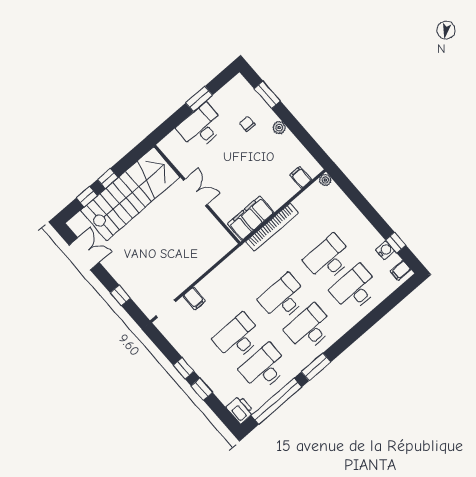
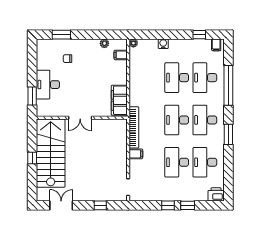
window: (199, 99) -> (32, 96), moved
plant: (279, 128) -> (104, 43), moved
double door: (195, 192) -> (80, 118), swing flipped
window: (87, 197) -> (32, 178), removed
bookcase: (272, 227) -> (134, 127), moved
water cooler: (385, 250) -> (163, 44), moved
filing cabinet: (194, 298) -> (136, 154), moved
window: (276, 401) -> (228, 85), moved

